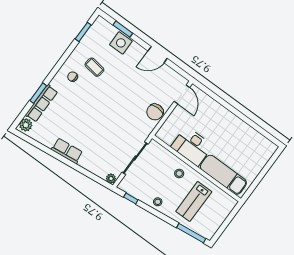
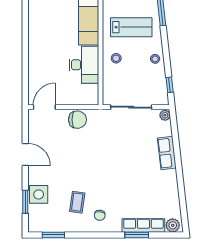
row of seats: (67, 151) -> (167, 153), moved

